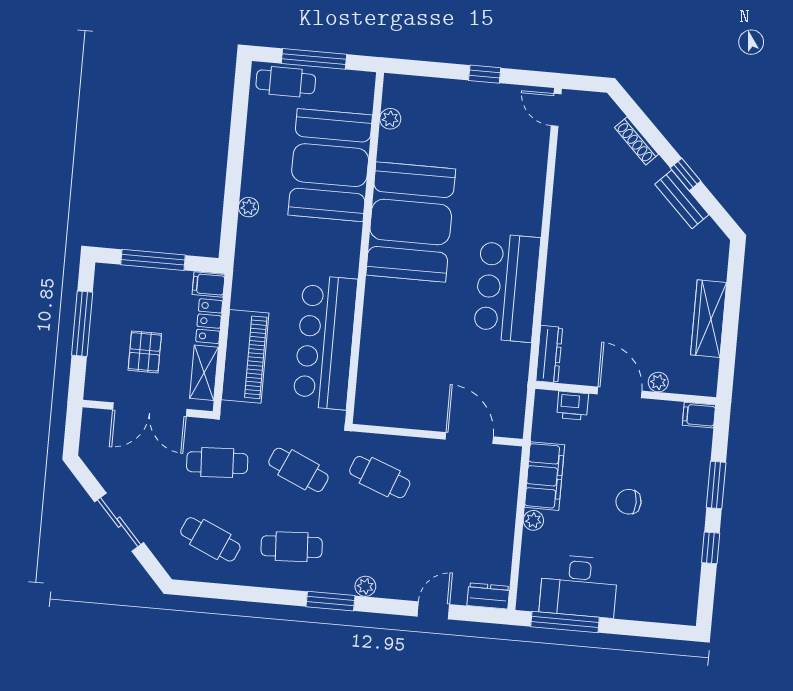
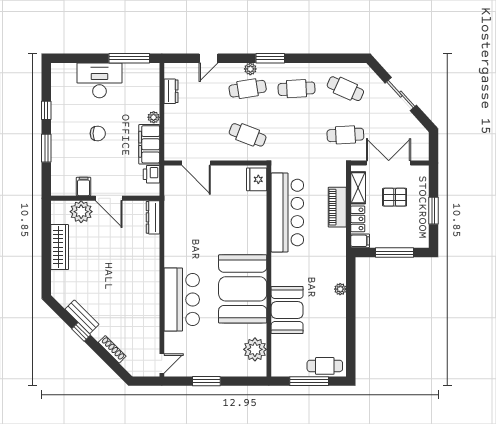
window: (485, 74) -> (206, 381), width x1.50
door: (556, 110) -> (162, 364), hinge flipped
plant: (390, 119) -> (255, 349), width x1.88, depth x1.88
booth: (330, 165) -> (287, 310), width x0.73, depth x0.70
bar counter: (507, 288) -> (182, 300), moved
window: (82, 324) -> (433, 211), width x0.69
pallet: (145, 352) -> (395, 197), turned 90
piano: (245, 356) -> (337, 207), width x0.73, depth x0.75
plant: (658, 382) -> (81, 212), width x1.87, depth x1.87
fridge: (371, 402) -> (257, 179), added
printer: (573, 406) -> (151, 174), moved, turned -90
filing cabinet: (699, 415) -> (84, 187), moved, turned -90
cafe table: (298, 470) -> (248, 89), moved, turned -33
desk: (579, 586) -> (99, 80), moved
dresser: (488, 596) -> (171, 91), moved, turned -90

